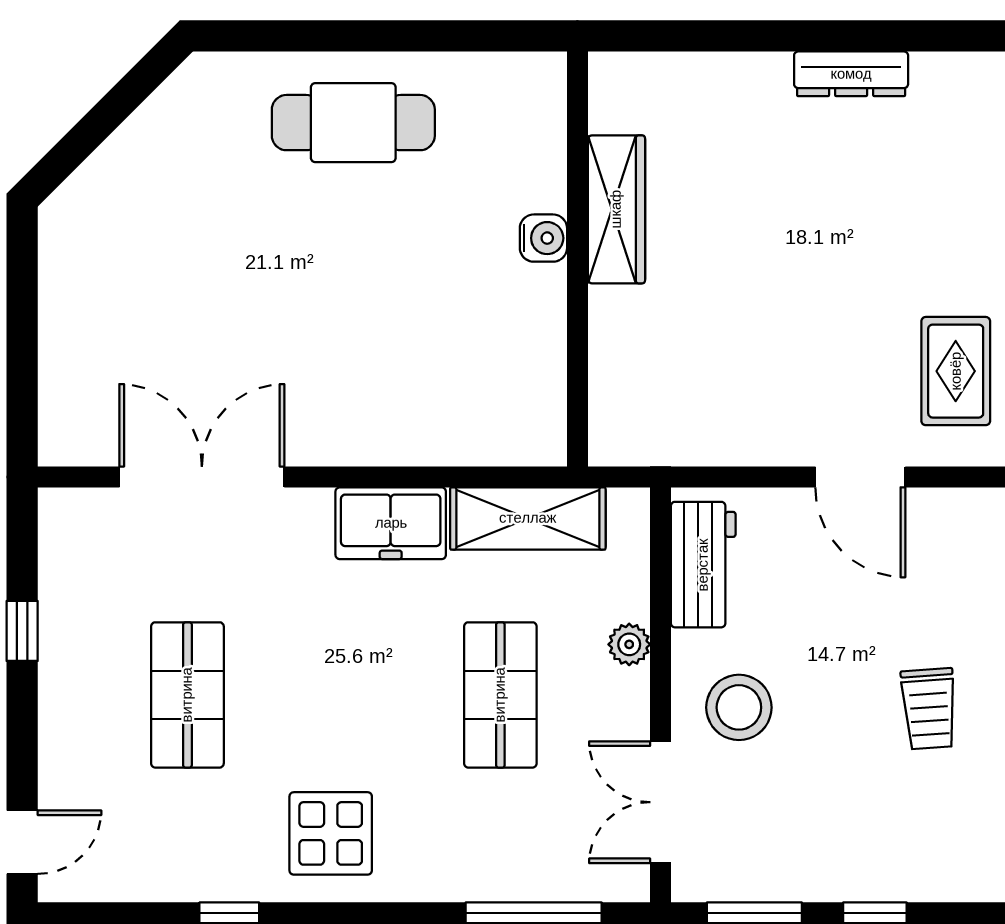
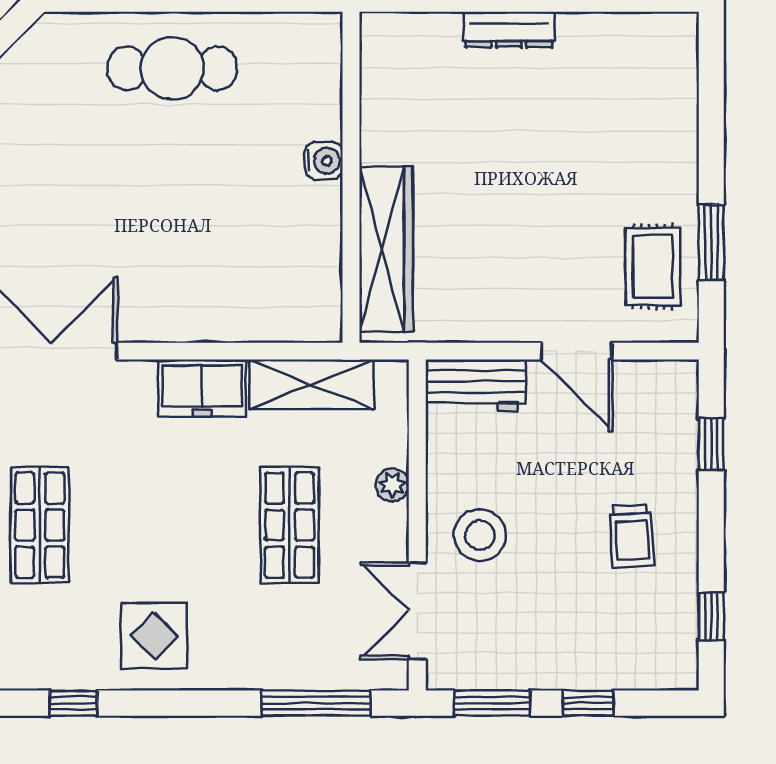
dresser: (851, 74) -> (509, 30), moved
wardrobe: (616, 209) -> (386, 249), moved, width x1.40, depth x1.17
workbench: (703, 565) -> (476, 385), moved, turned 90

